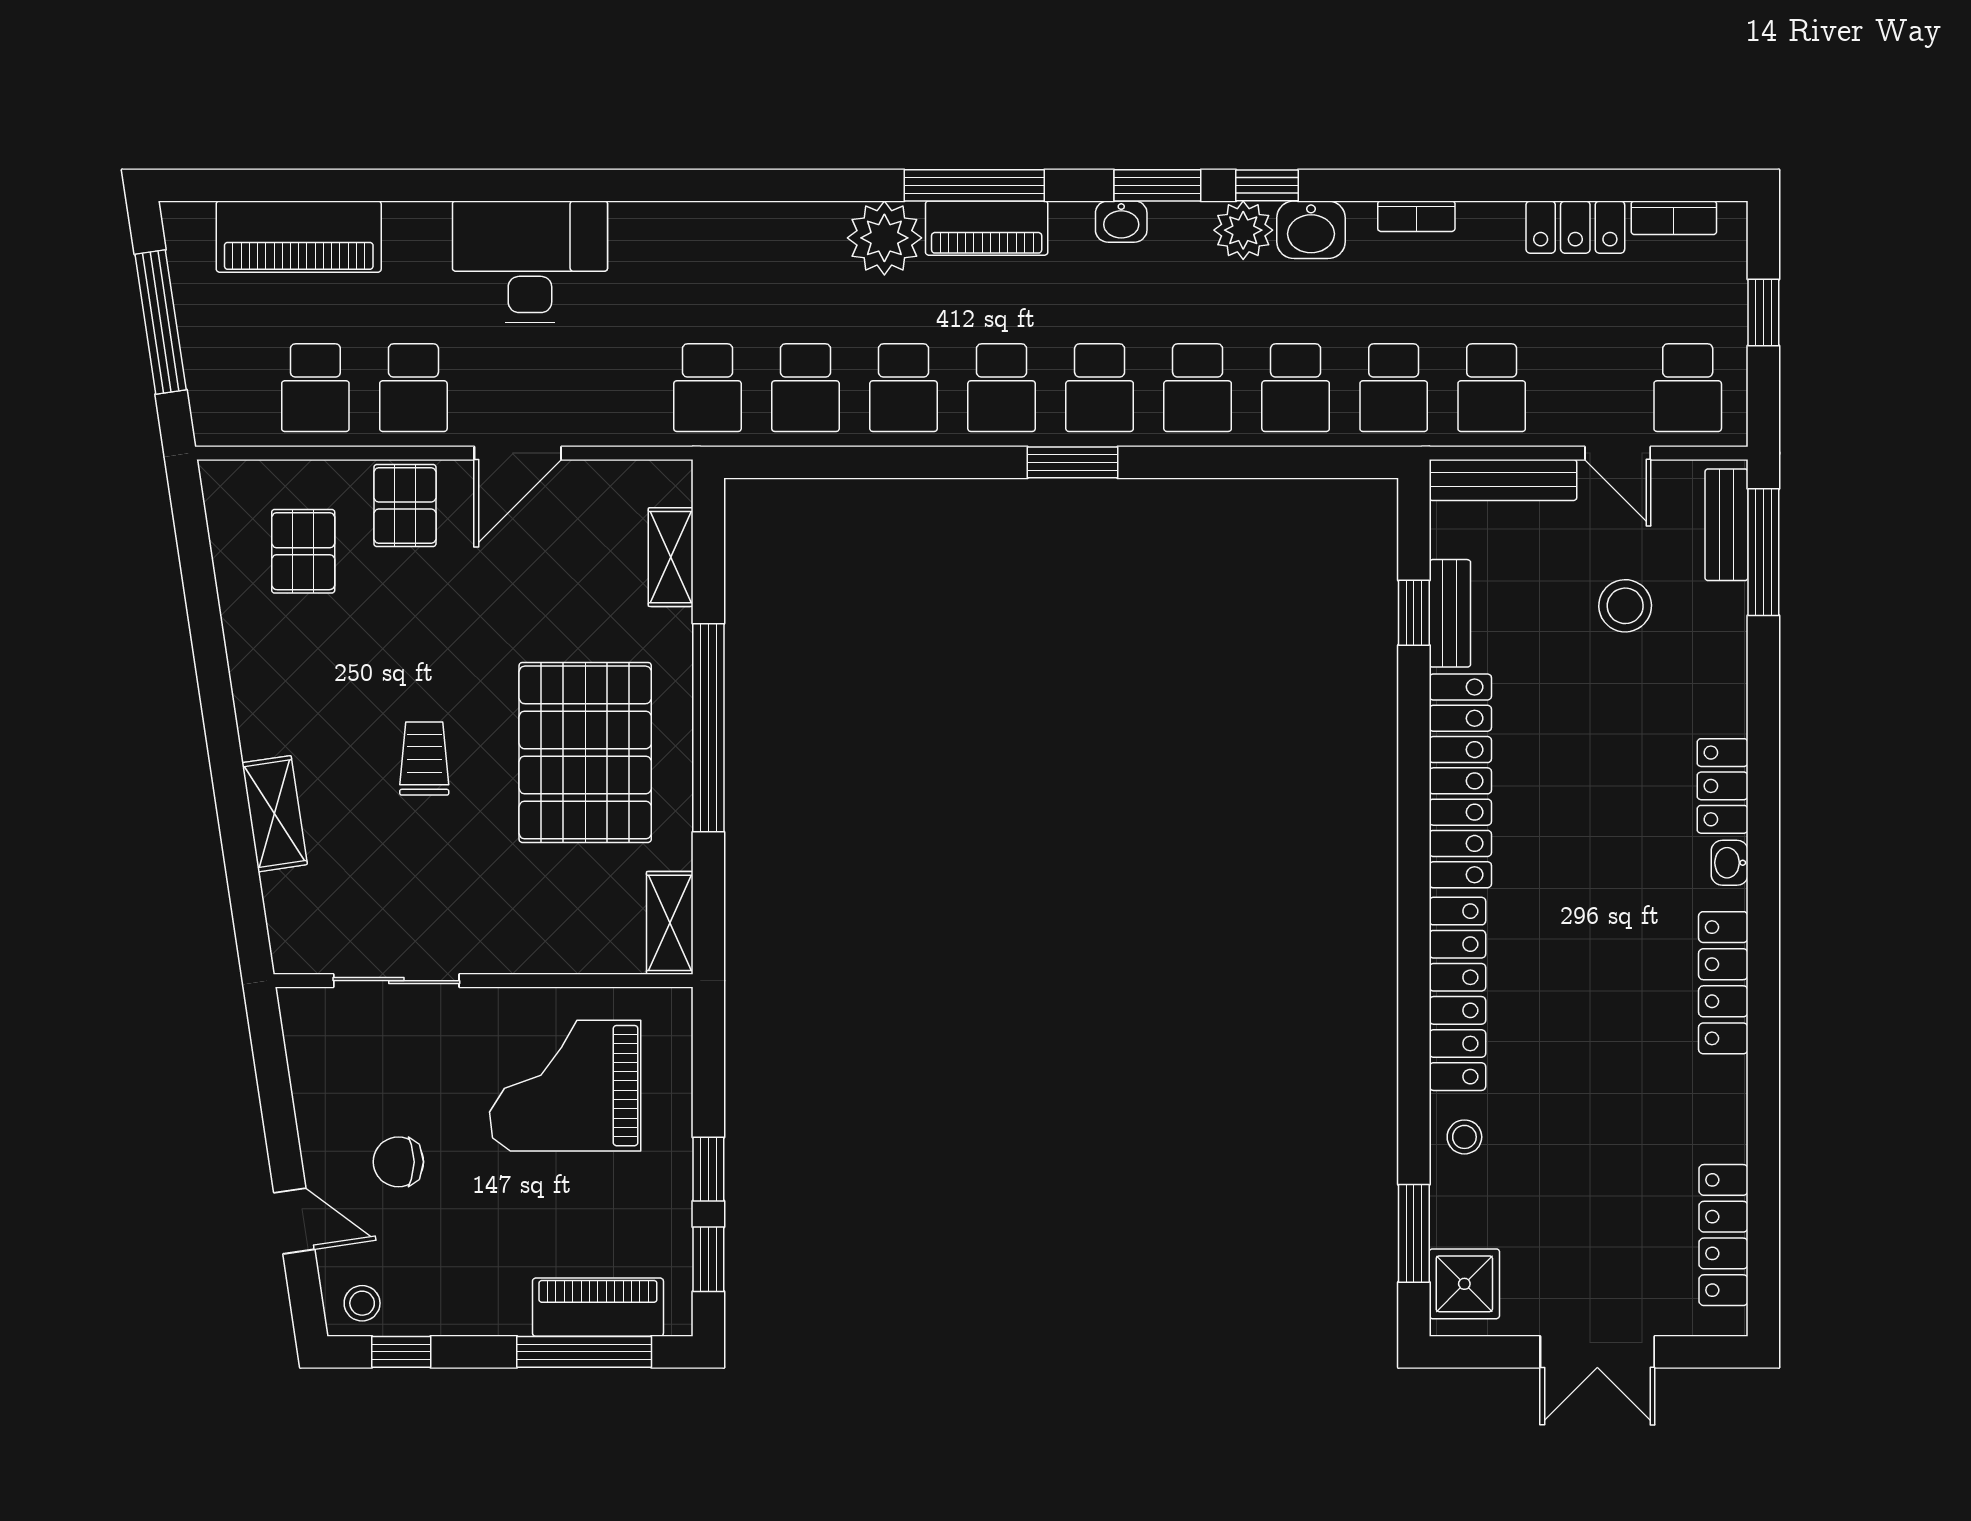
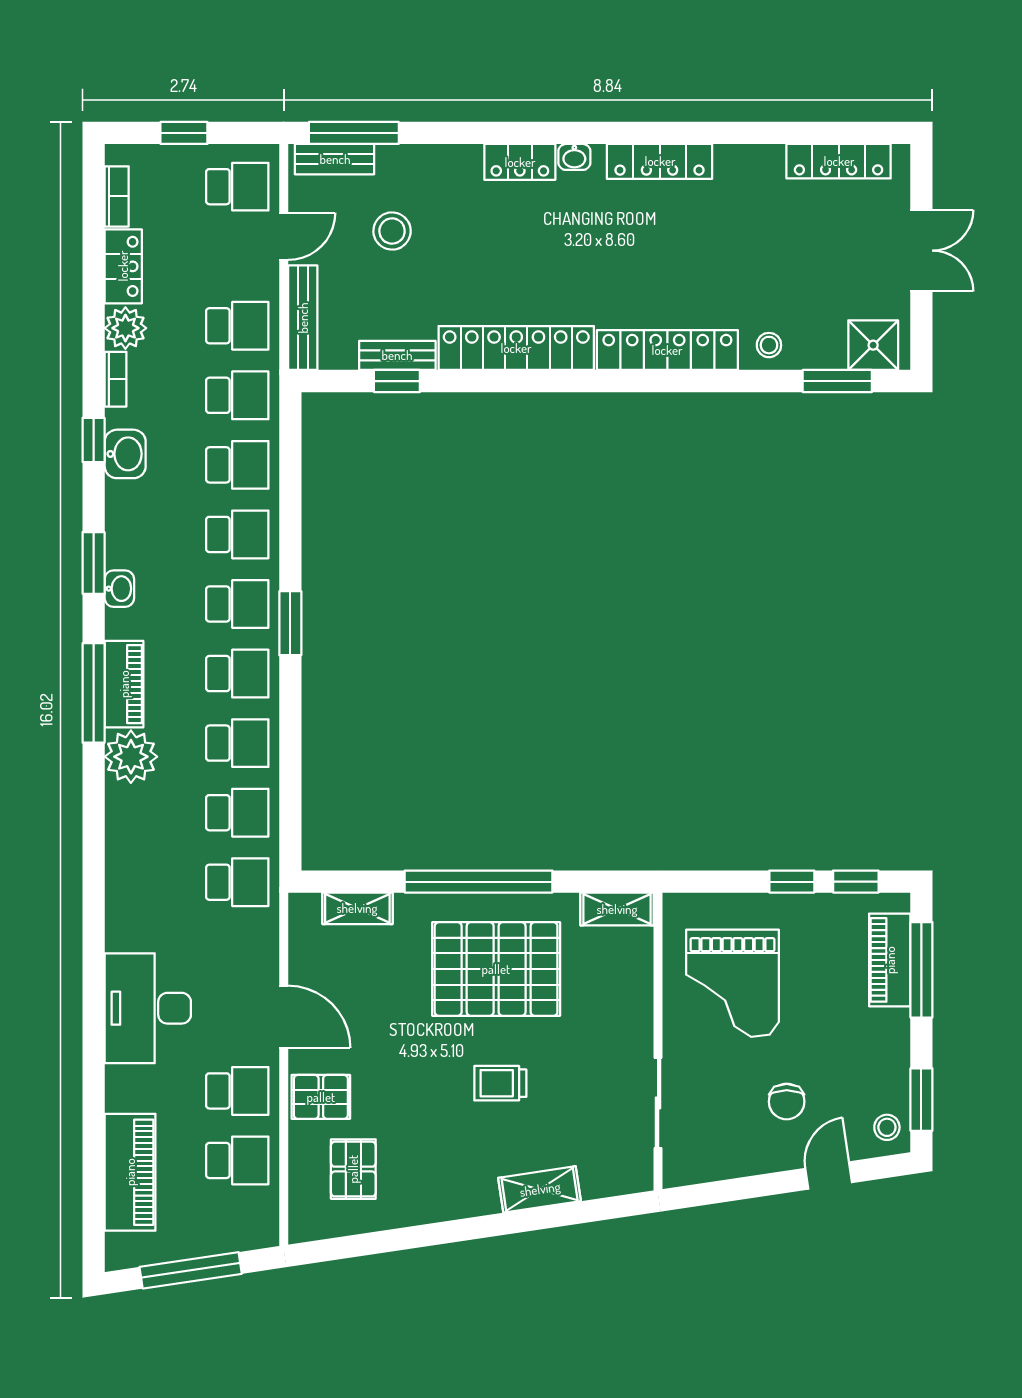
window: (1267, 185) -> (94, 440), moved
plant: (1243, 230) -> (125, 328), moved
pallet: (303, 551) -> (353, 1169), turned 90
window: (401, 1352) -> (921, 1100), width x1.50

